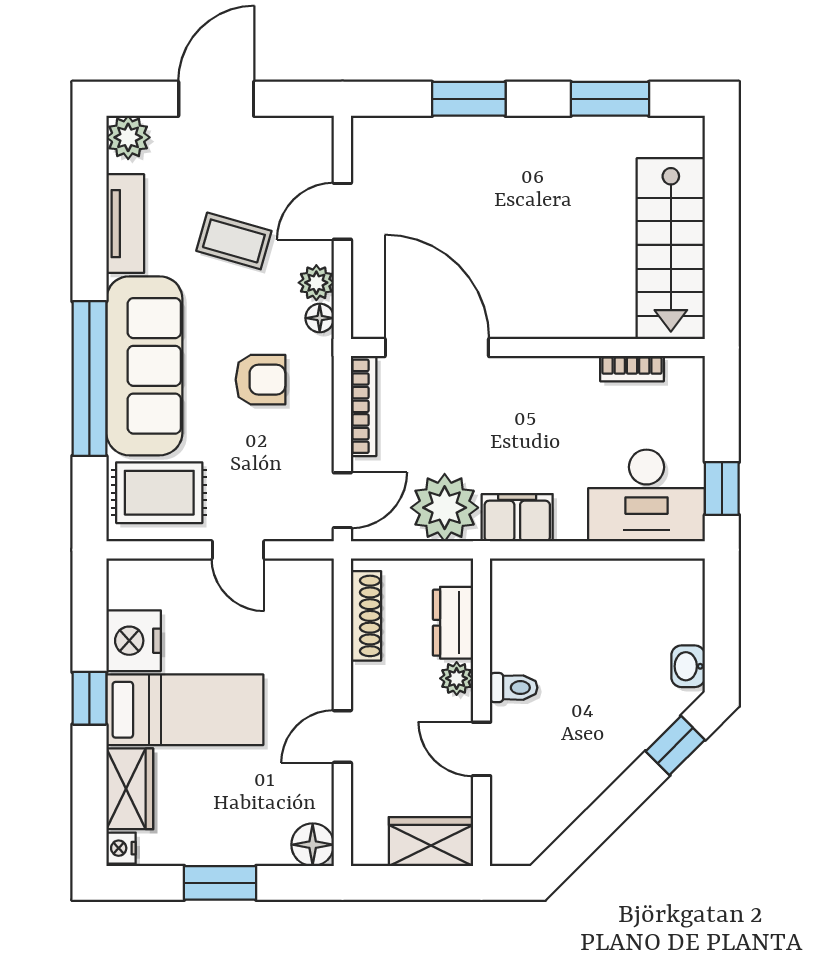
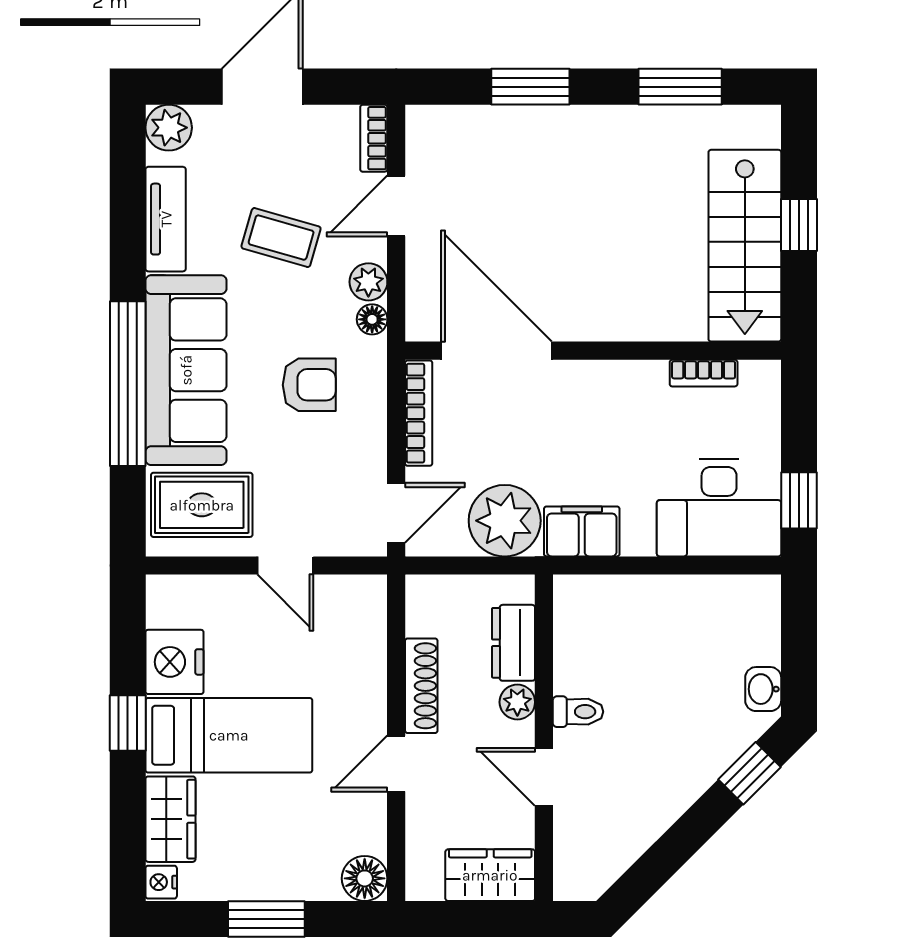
bookcase: (321, 147) -> (374, 138), added
window: (722, 229) -> (799, 225), added
shoe rack: (366, 616) -> (421, 686), moved

